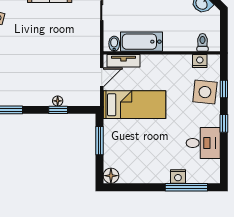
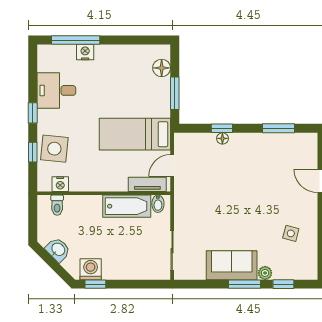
floor lamp: (111, 176) -> (162, 68), moved

